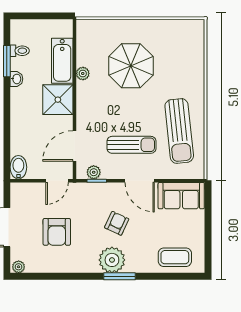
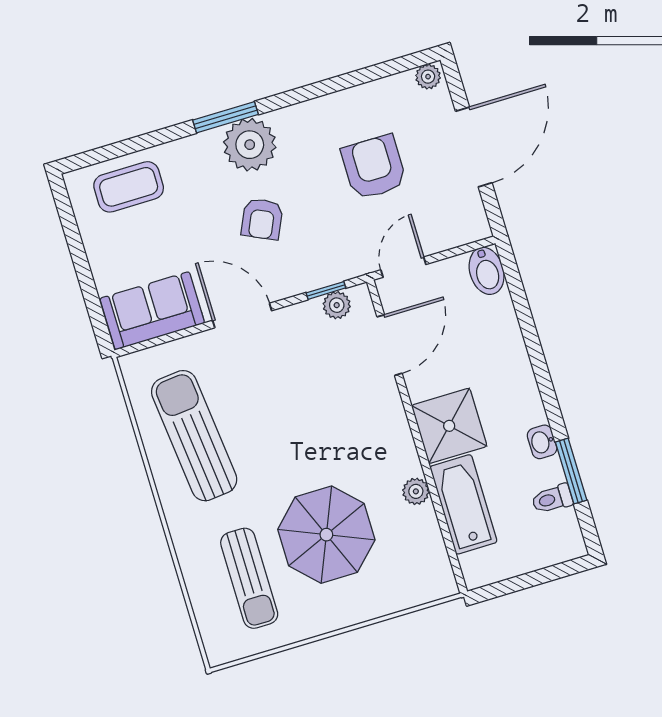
sun lounger: (131, 145) -> (249, 578), moved, turned -90

